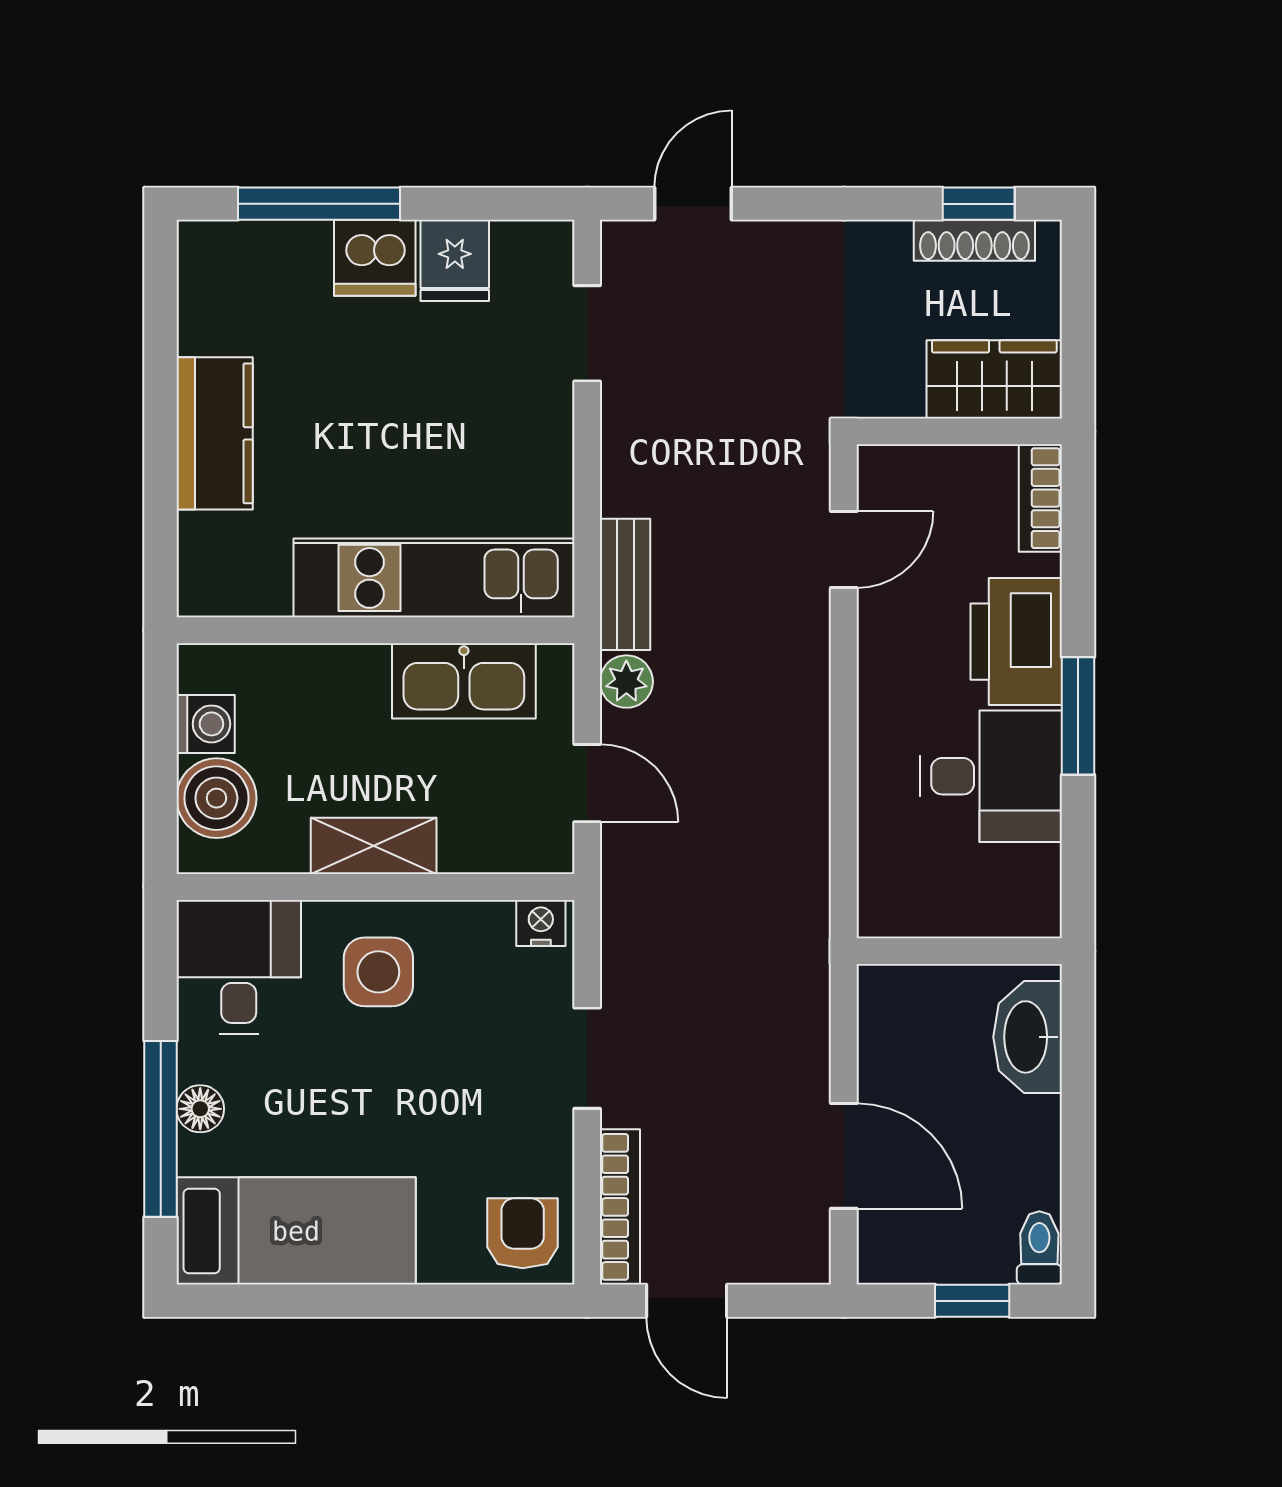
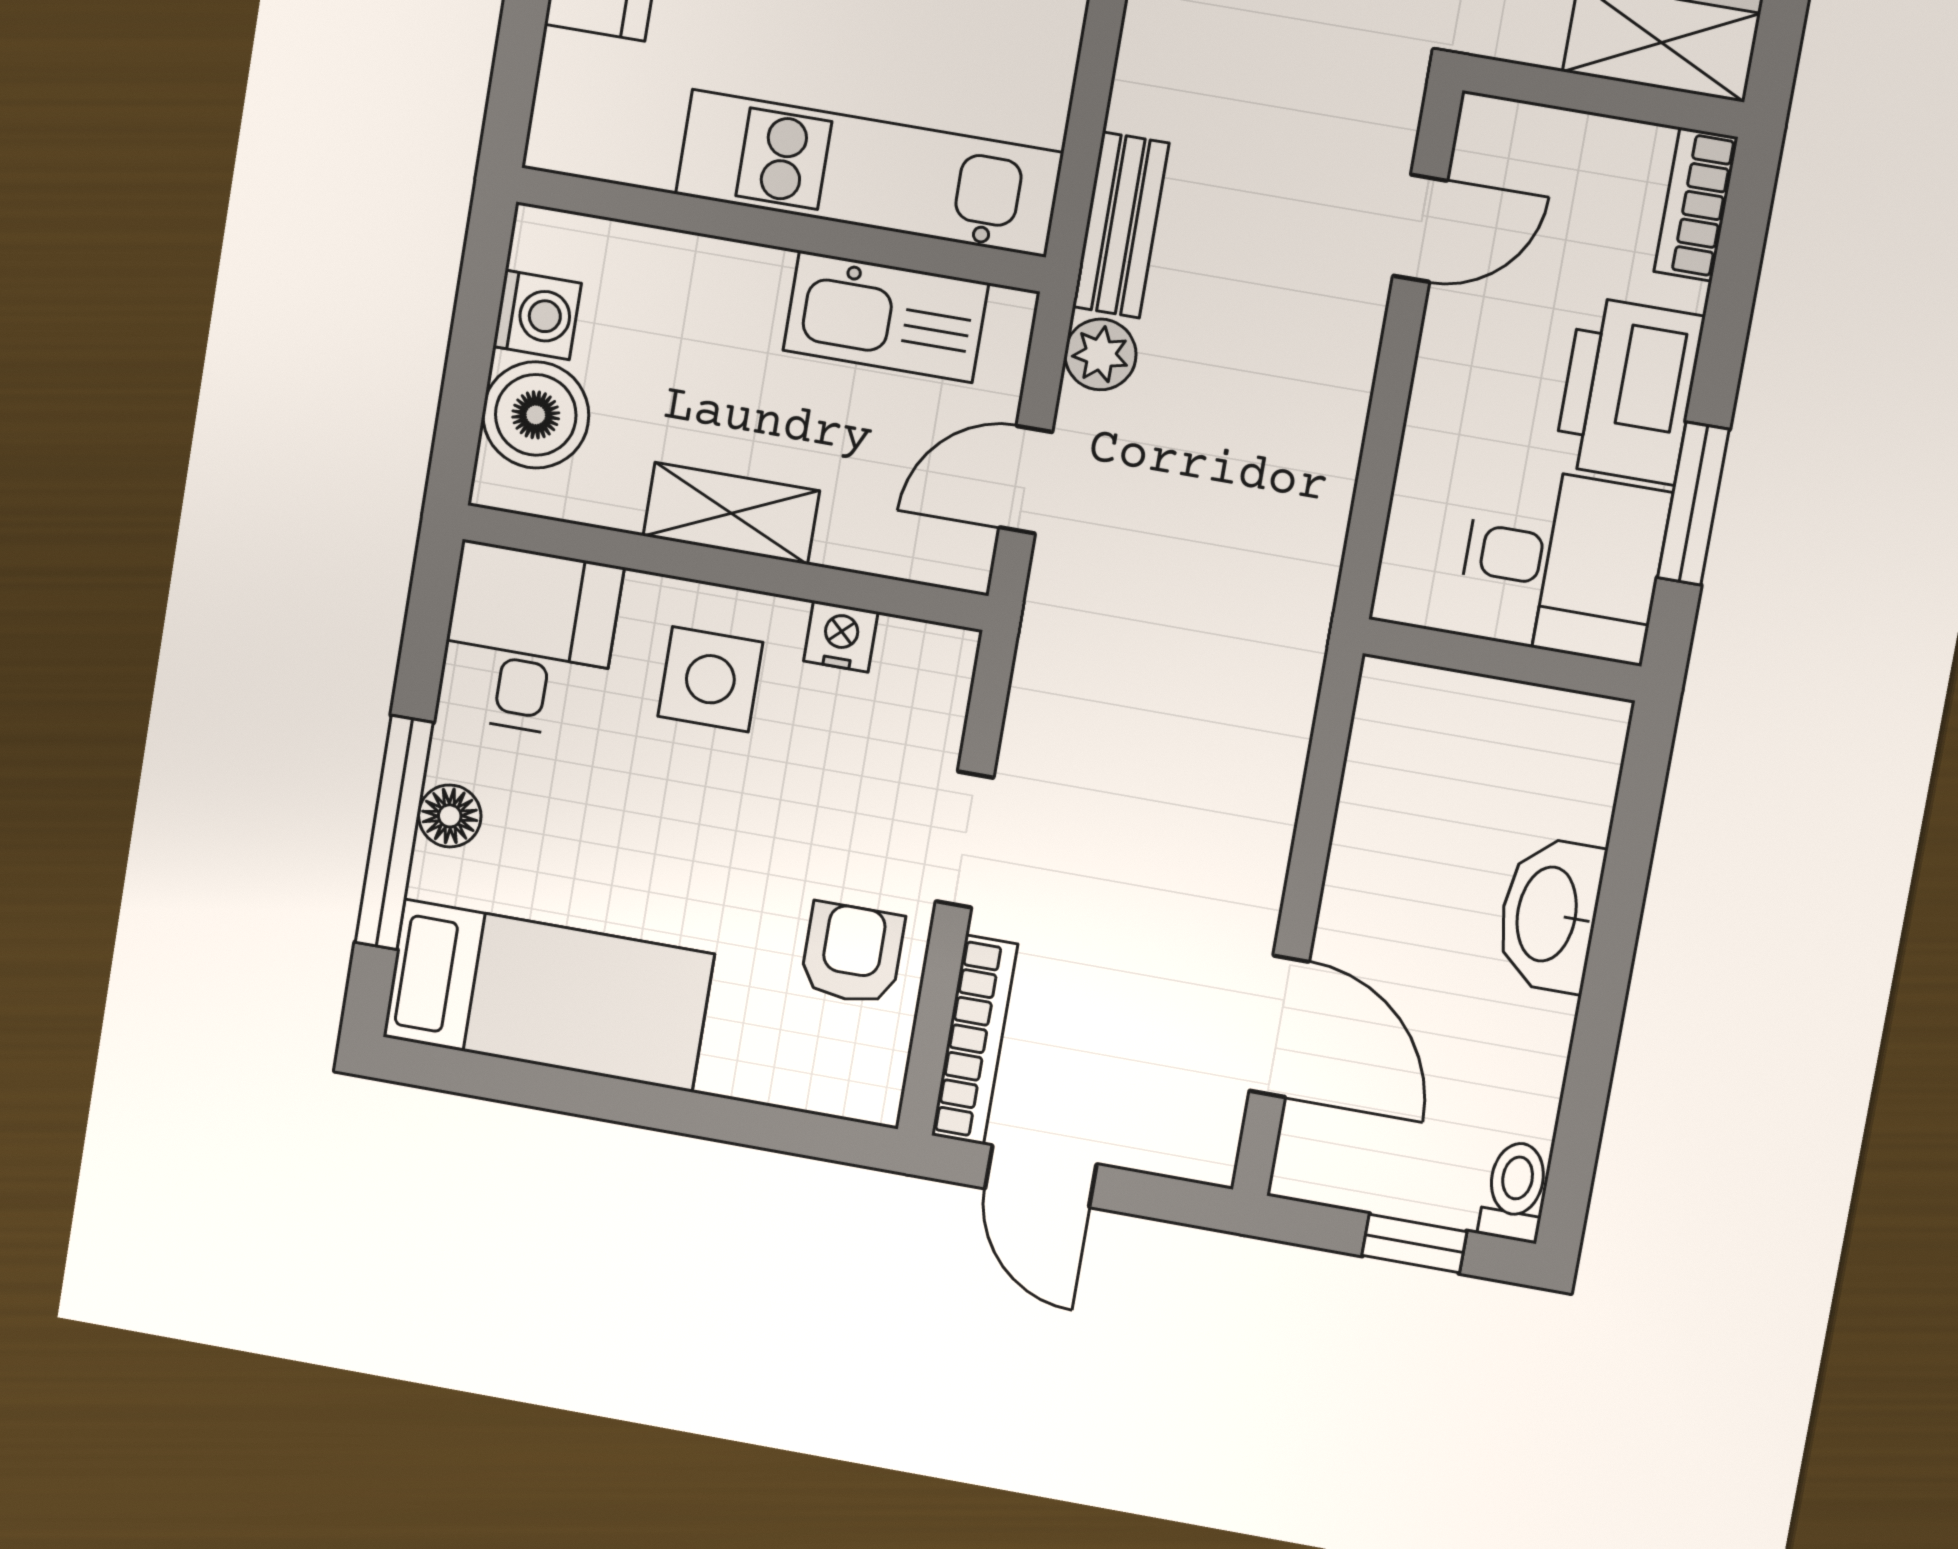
door: (587, 783) -> (1026, 480), swing flipped
nightstand: (541, 923) -> (841, 636), moved
wall: (959, 951) -> (1502, 660), moved
armchair: (523, 1233) -> (852, 954), moved

